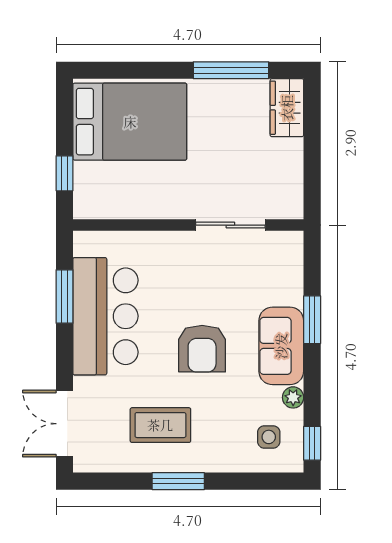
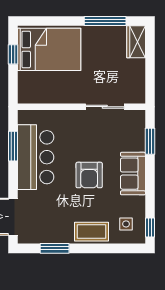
window: (64, 173) -> (13, 54), moved
window: (312, 320) -> (150, 141), moved
plant: (293, 397) -> (139, 202), removed
coffee table: (160, 425) -> (92, 232), moved
window: (178, 481) -> (55, 248), moved

